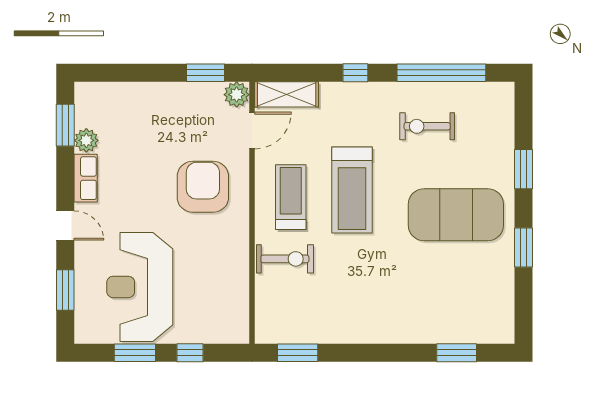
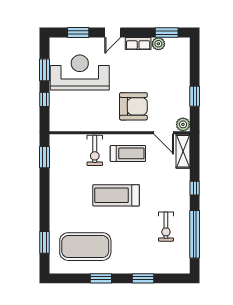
window: (206, 73) -> (195, 96), moved
exercise bike: (427, 126) -> (166, 227), turned 180
treadmill: (352, 190) -> (116, 195), moved
exercise mat: (456, 215) -> (85, 247), moved, turned 90

